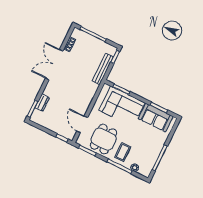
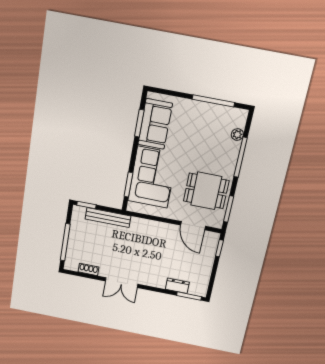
double door: (54, 65) -> (122, 283), width x0.73
door: (82, 124) -> (193, 226), hinge flipped
coffee table: (123, 152) -> (218, 158), removed

